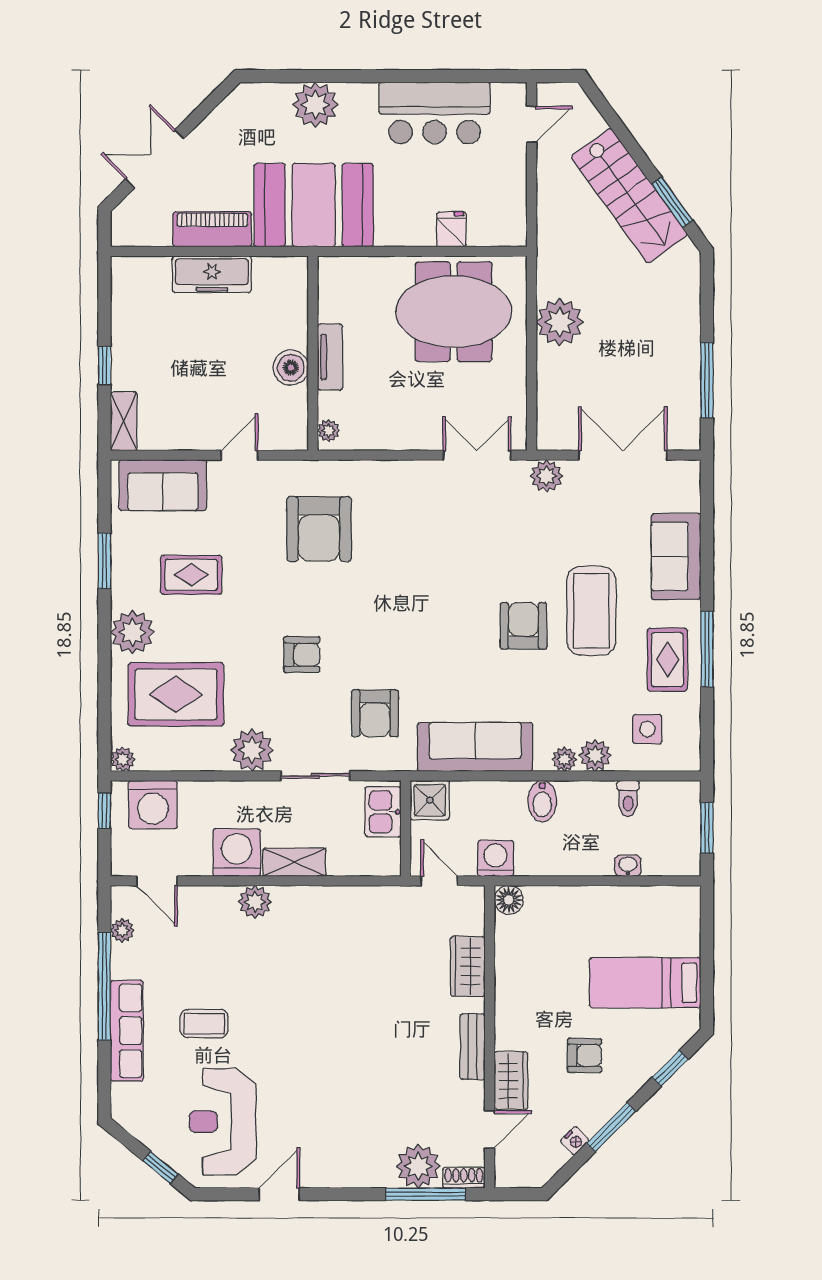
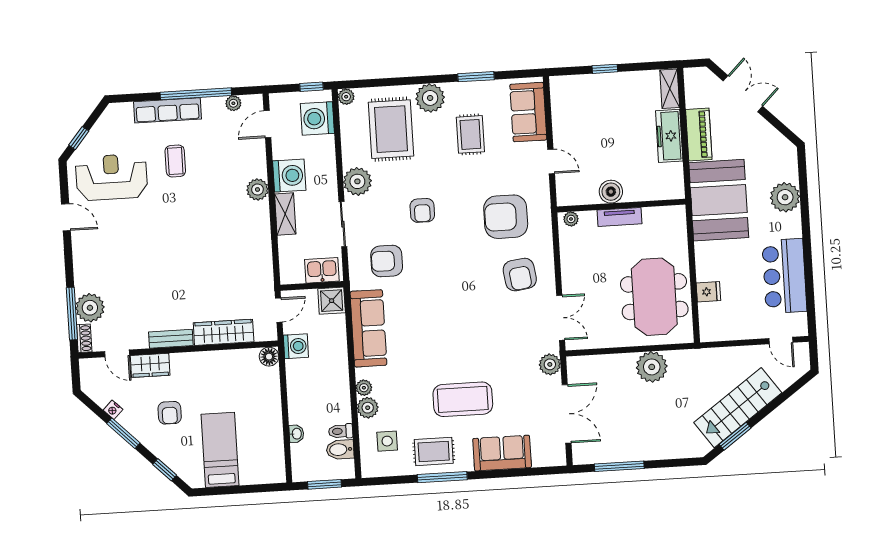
shelving: (124, 421) -> (670, 89), moved, turned 90
armchair: (523, 626) -> (520, 275), moved, turned 82
bidet: (542, 801) -> (340, 450), moved
wardrobe: (468, 966) -> (224, 332), width x1.50

